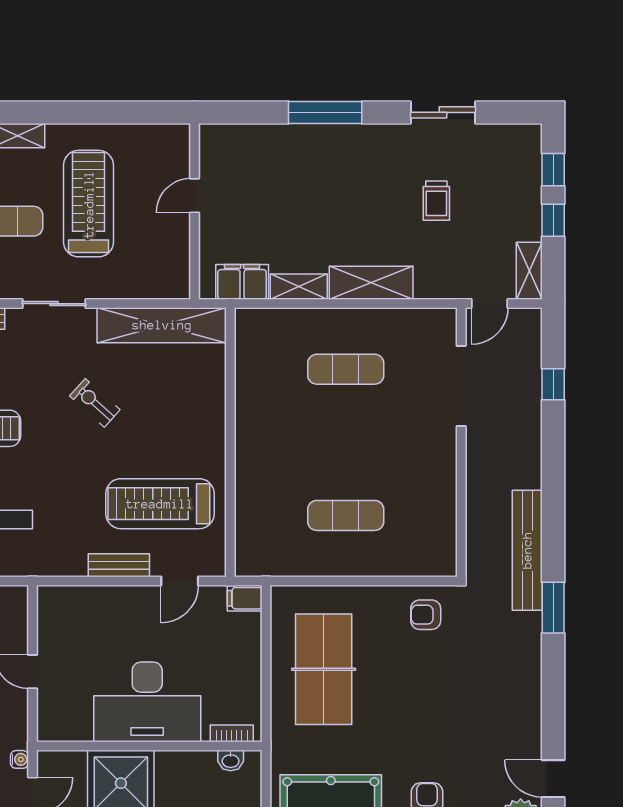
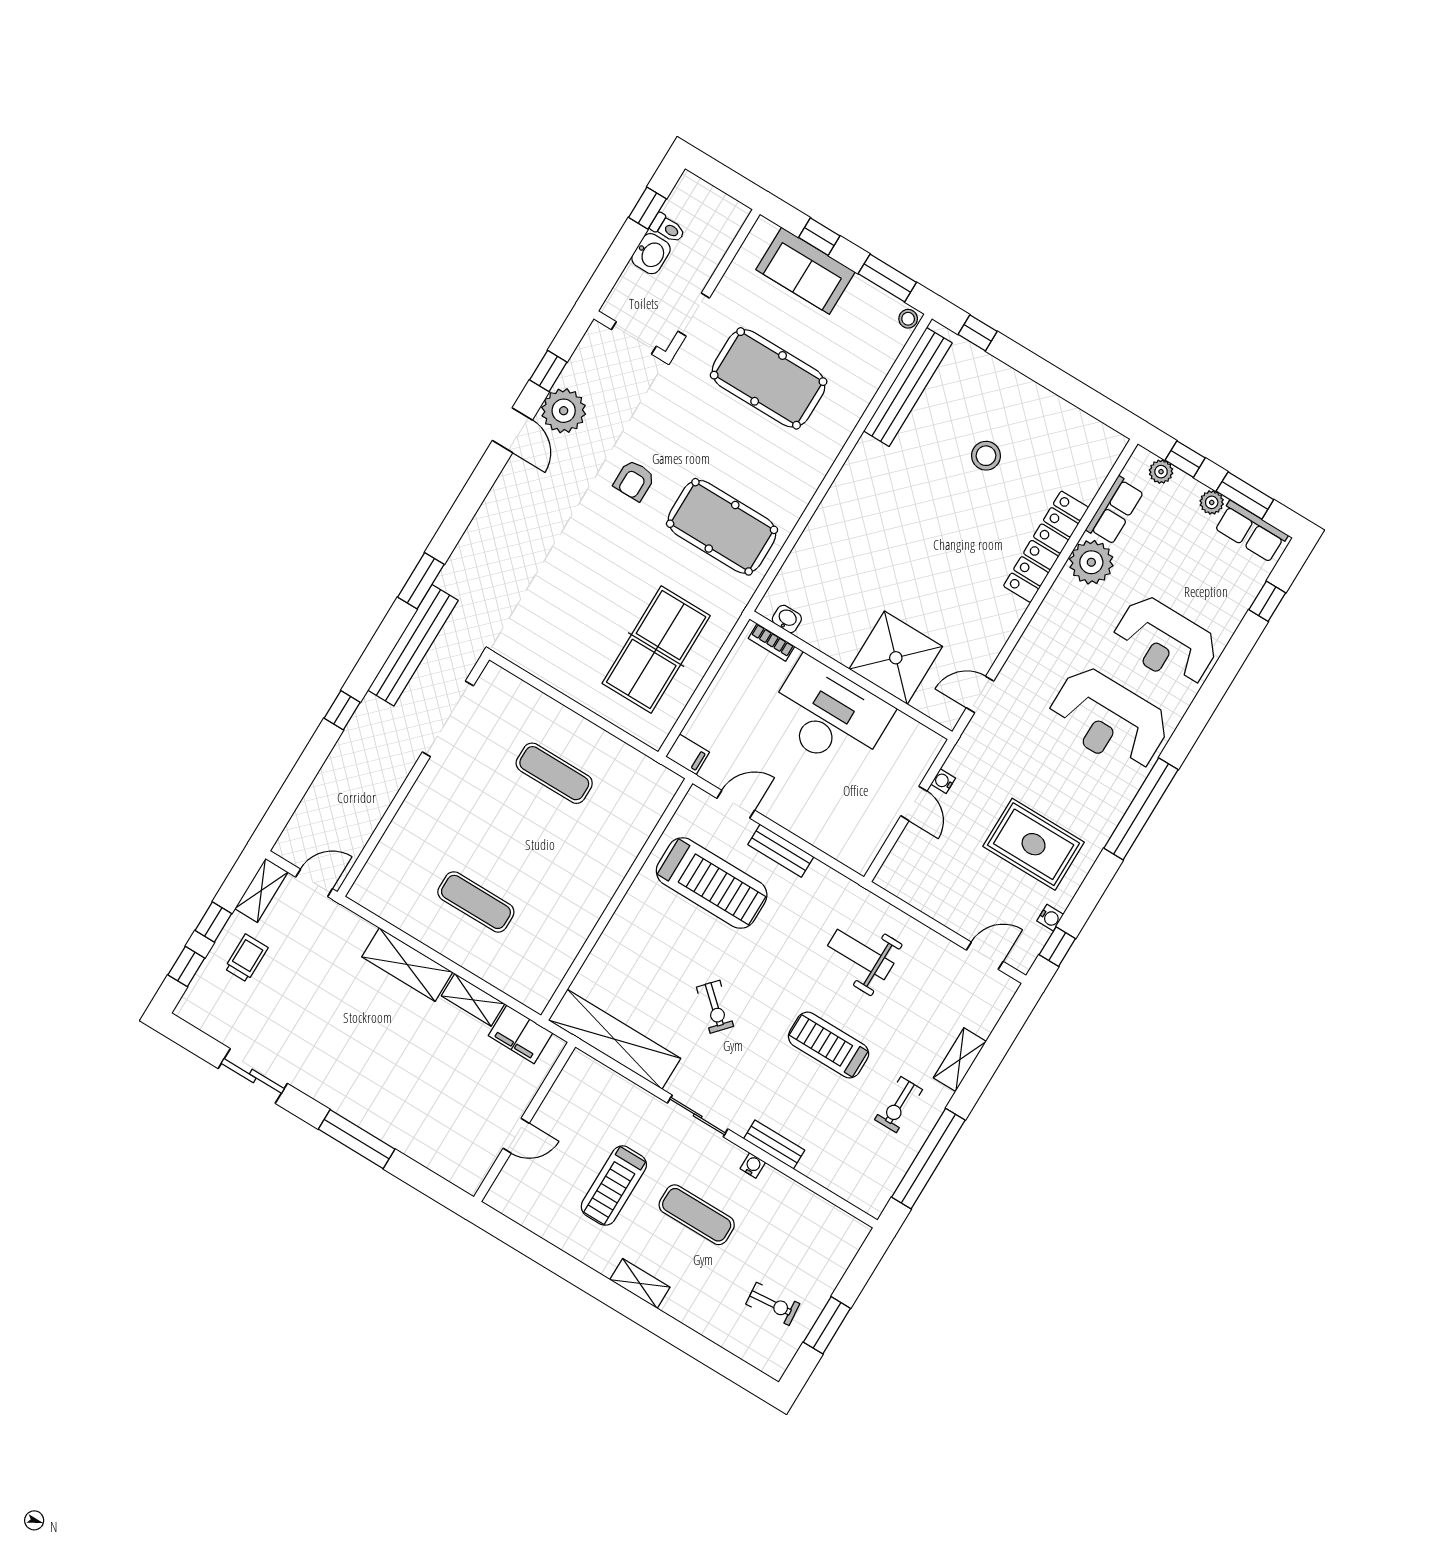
trolley: (436, 201) -> (246, 958), moved
treadmill: (89, 204) -> (614, 1186), width x0.73, depth x0.73
window: (553, 384) -> (342, 710), moved
doorway: (461, 386) -> (448, 719), moved
armchair: (426, 615) -> (537, 643), removed
water cooler: (19, 759) -> (943, 781), moved

